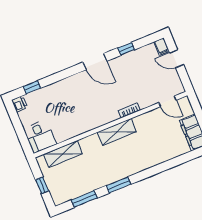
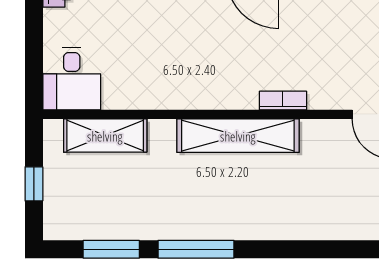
shelving: (117, 132) -> (238, 136), width x1.47
window: (119, 185) -> (196, 249), width x1.44

